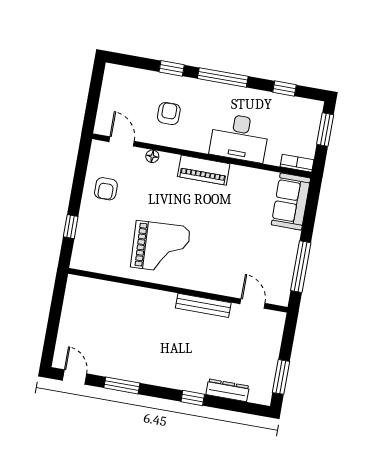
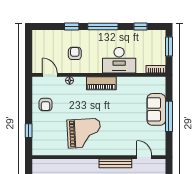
sofa: (291, 201) -> (156, 109), moved
window: (301, 267) -> (169, 116), moved

